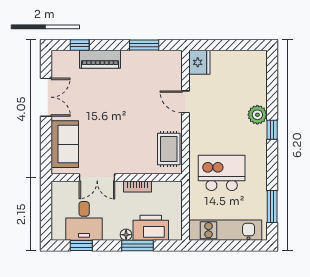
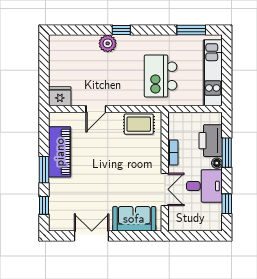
window: (144, 45) -> (44, 170), moved
piano: (100, 59) -> (60, 152), moved, width x1.37, depth x1.33
desk: (84, 221) -> (204, 186), moved

